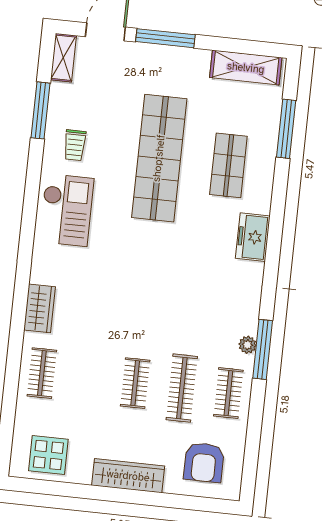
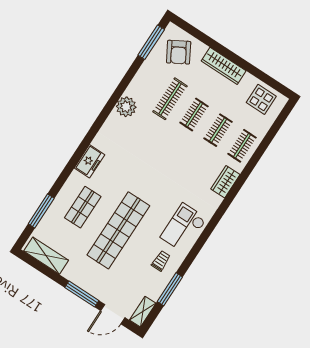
plant: (247, 345) -> (126, 107), width x1.88, depth x1.88
window: (263, 349) -> (151, 42), moved
clothes rail: (228, 393) -> (218, 130), moved
armchair: (204, 462) -> (179, 52), turned 150

